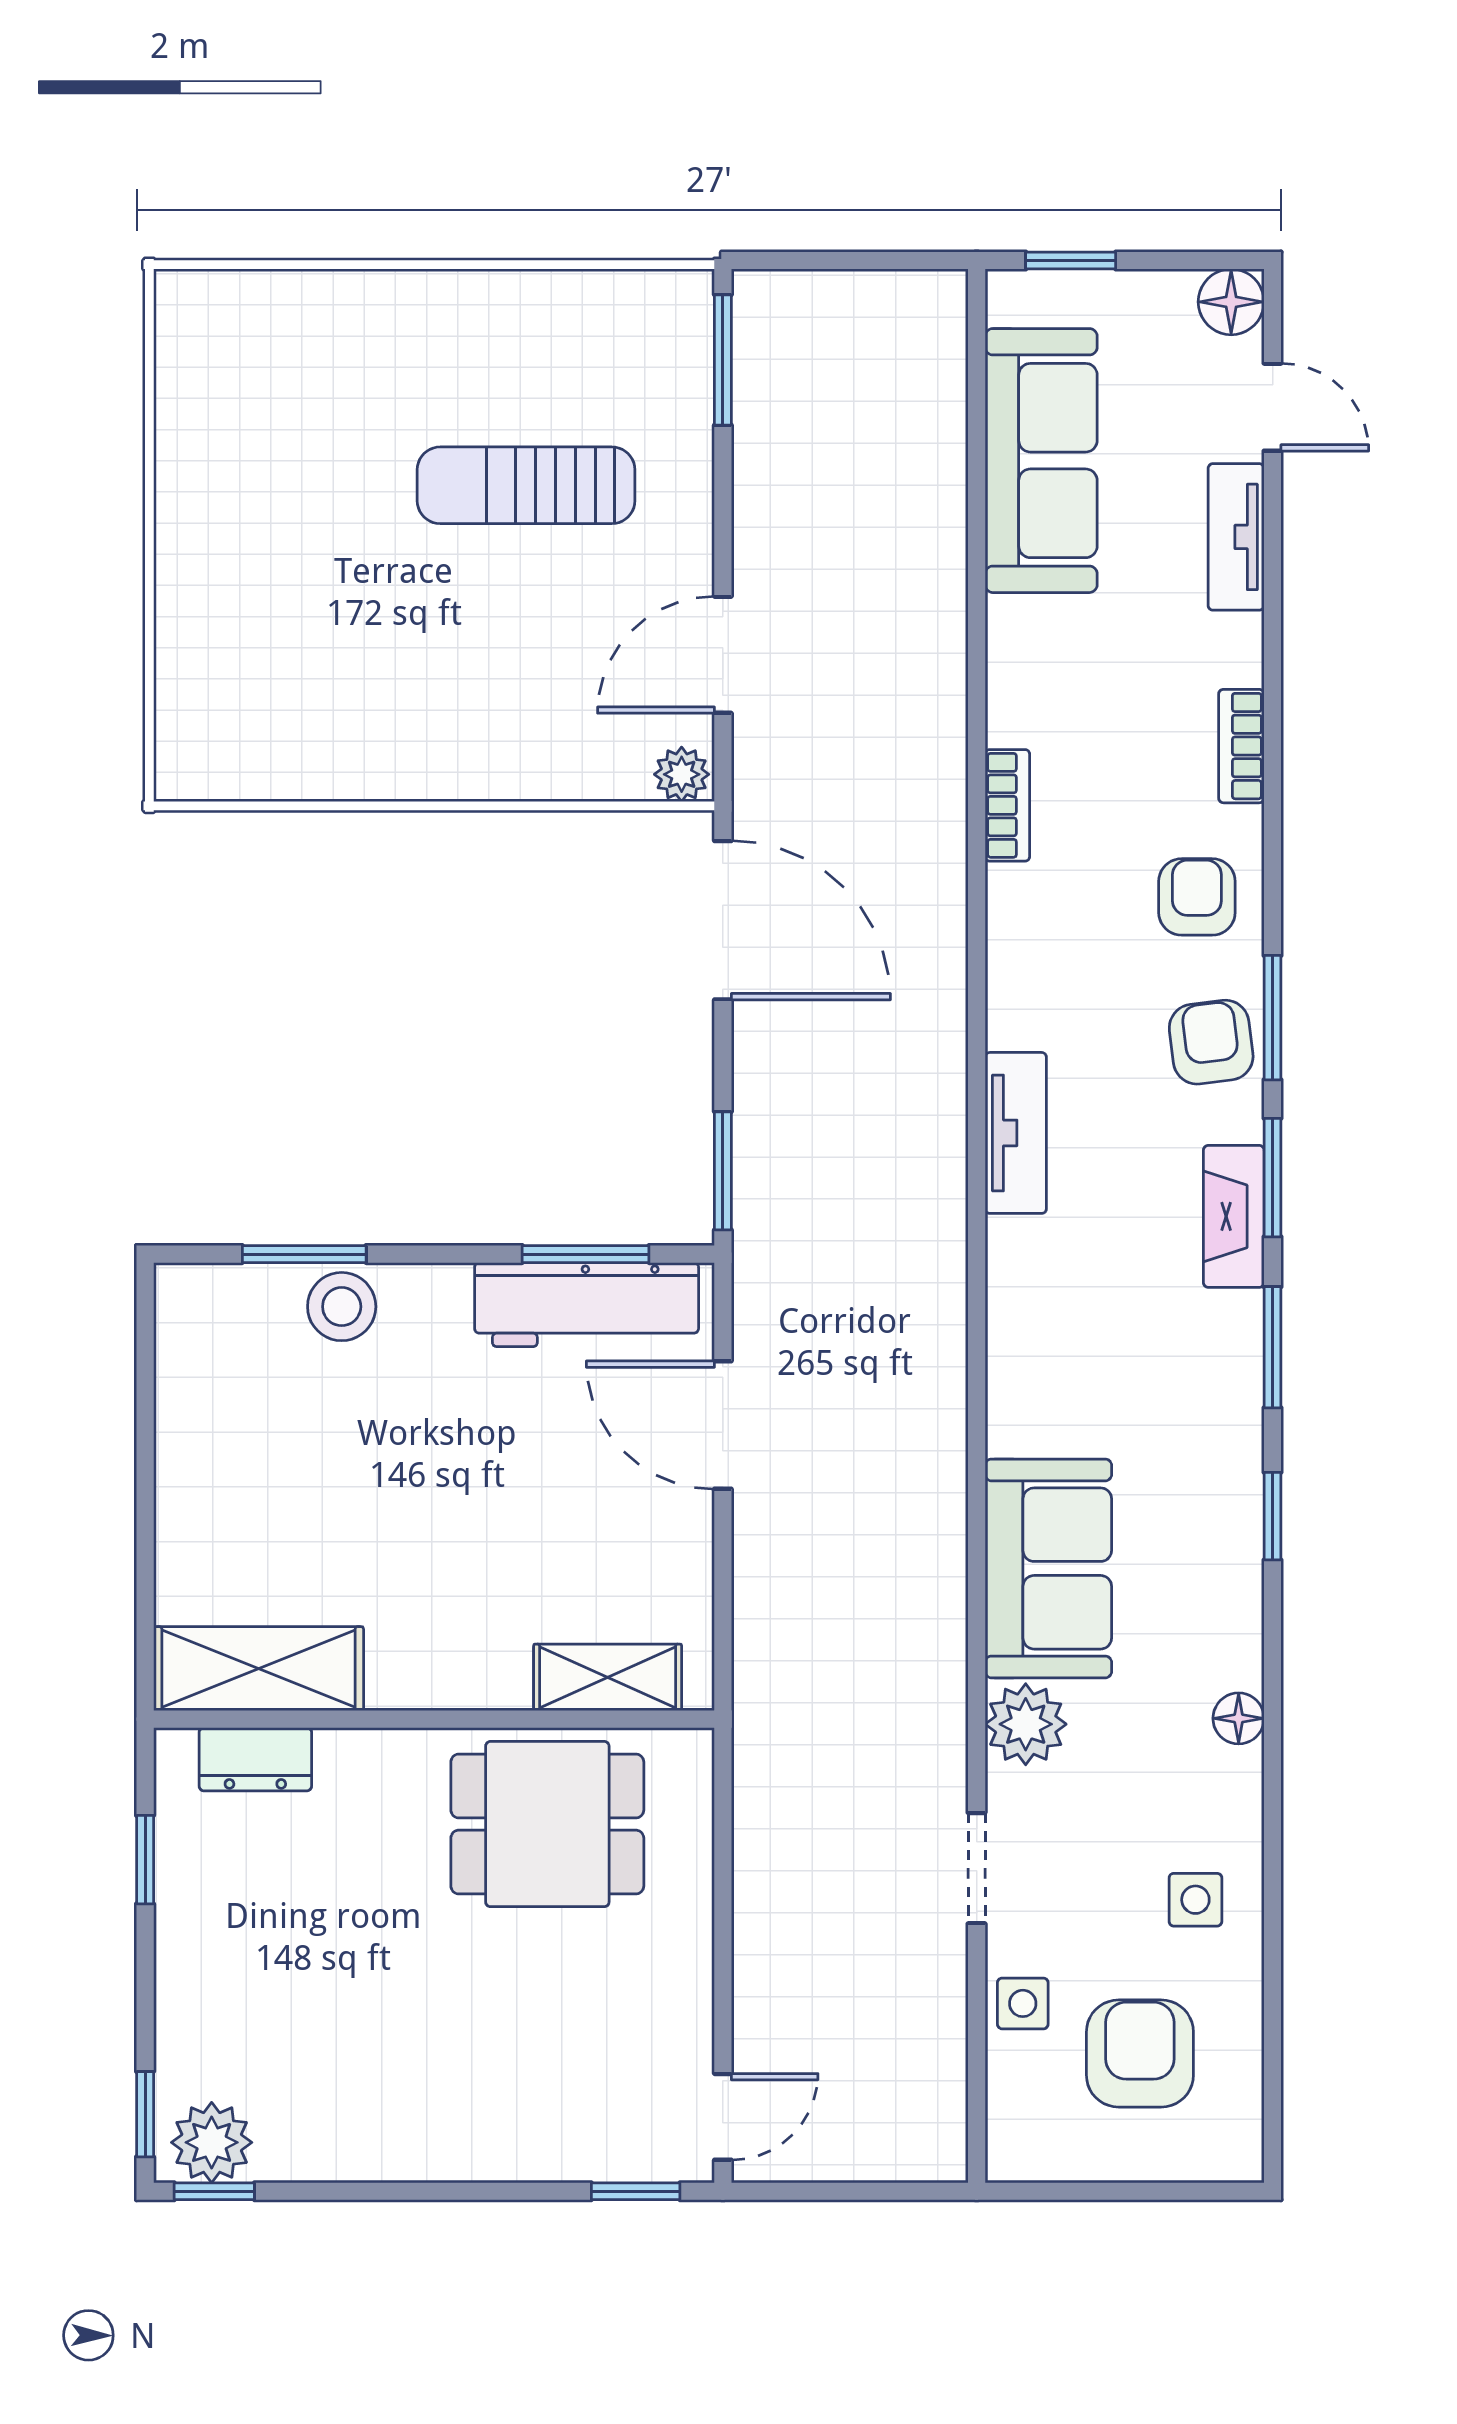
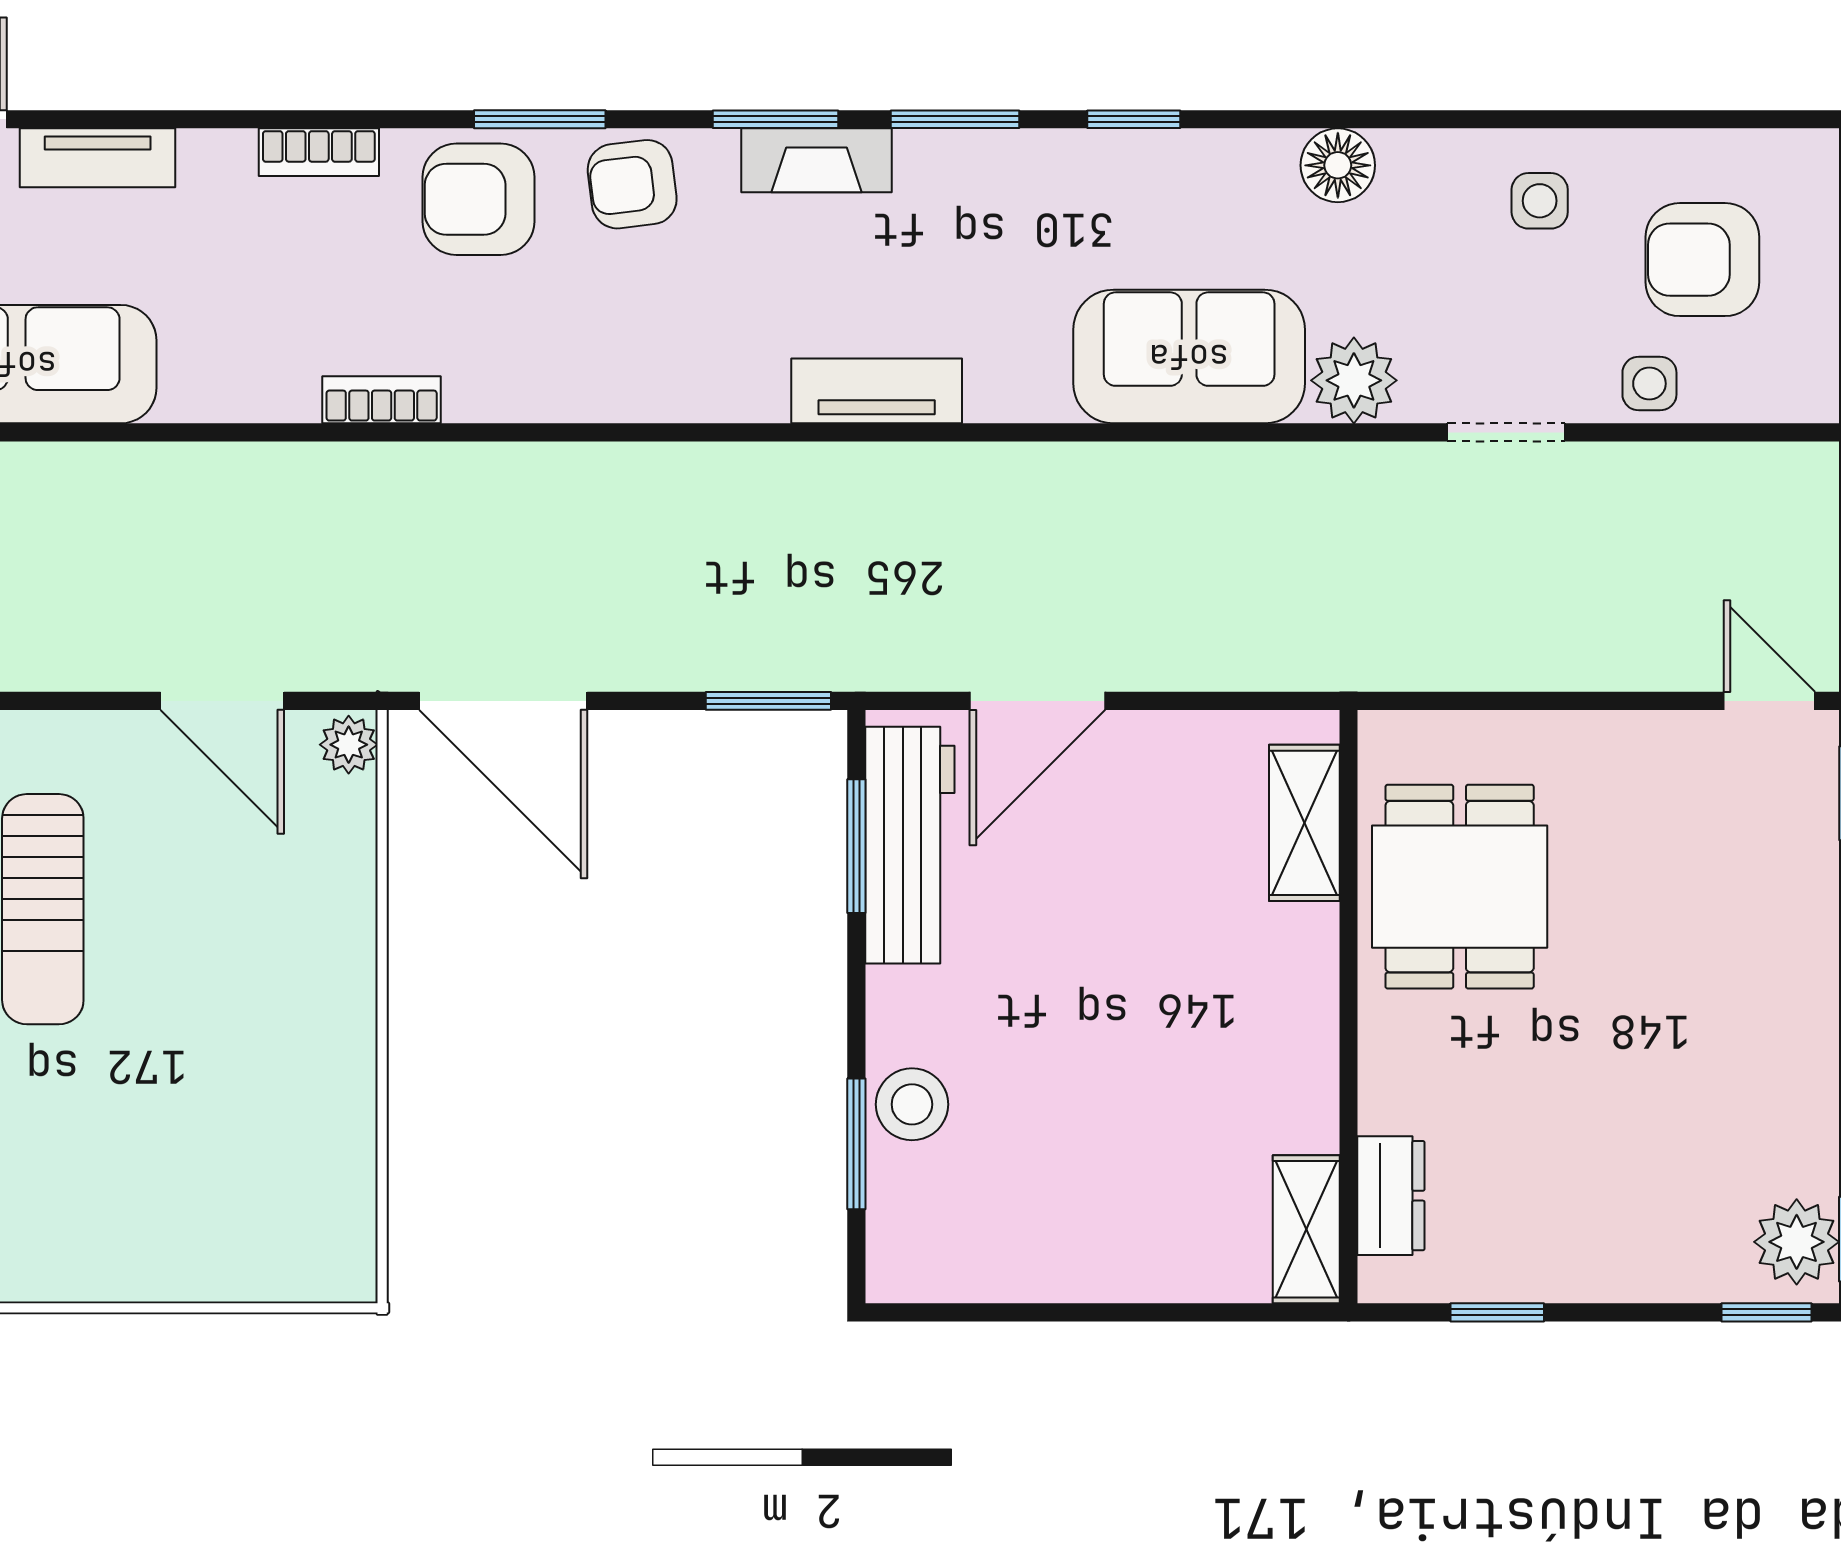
armchair: (1197, 897) -> (478, 199), width x1.38, depth x1.38
door: (723, 920) -> (503, 701), swing flipped
window: (1273, 1018) -> (540, 119), moved
tv unit: (1016, 1133) -> (877, 391), moved
shelving: (259, 1669) -> (1306, 1229), width x0.67, depth x0.75
floor lamp: (1239, 1718) -> (1338, 165), width x1.37, depth x1.37

